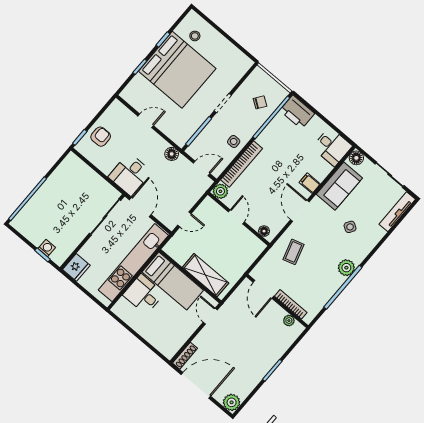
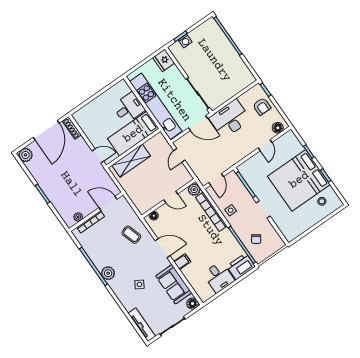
desk: (332, 147) -> (219, 277), moved, turned -90
floor lamp: (172, 154) -> (278, 128), moved
desk: (130, 174) -> (230, 119), width x1.37

